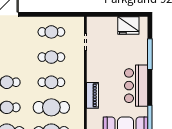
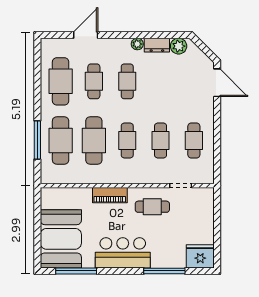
fridge: (128, 26) -> (200, 256), moved, turned 90
cafe table: (101, 63) -> (152, 207), added

